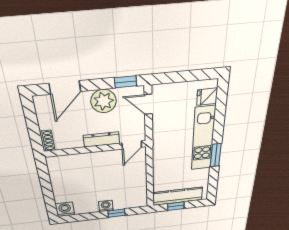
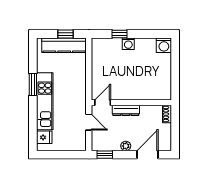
plant: (104, 101) -> (126, 146), width x0.53, depth x0.53
door: (148, 104) -> (89, 122), moved

